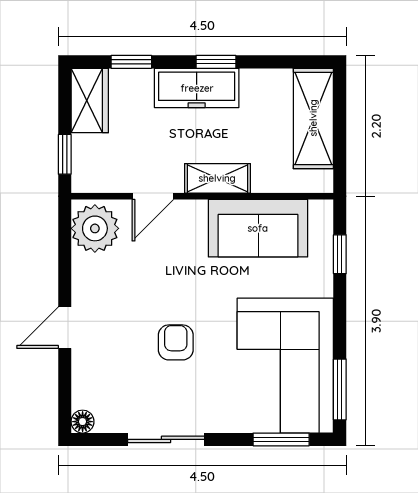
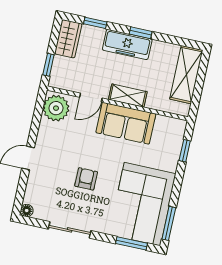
sofa: (258, 228) -> (126, 123), moved

